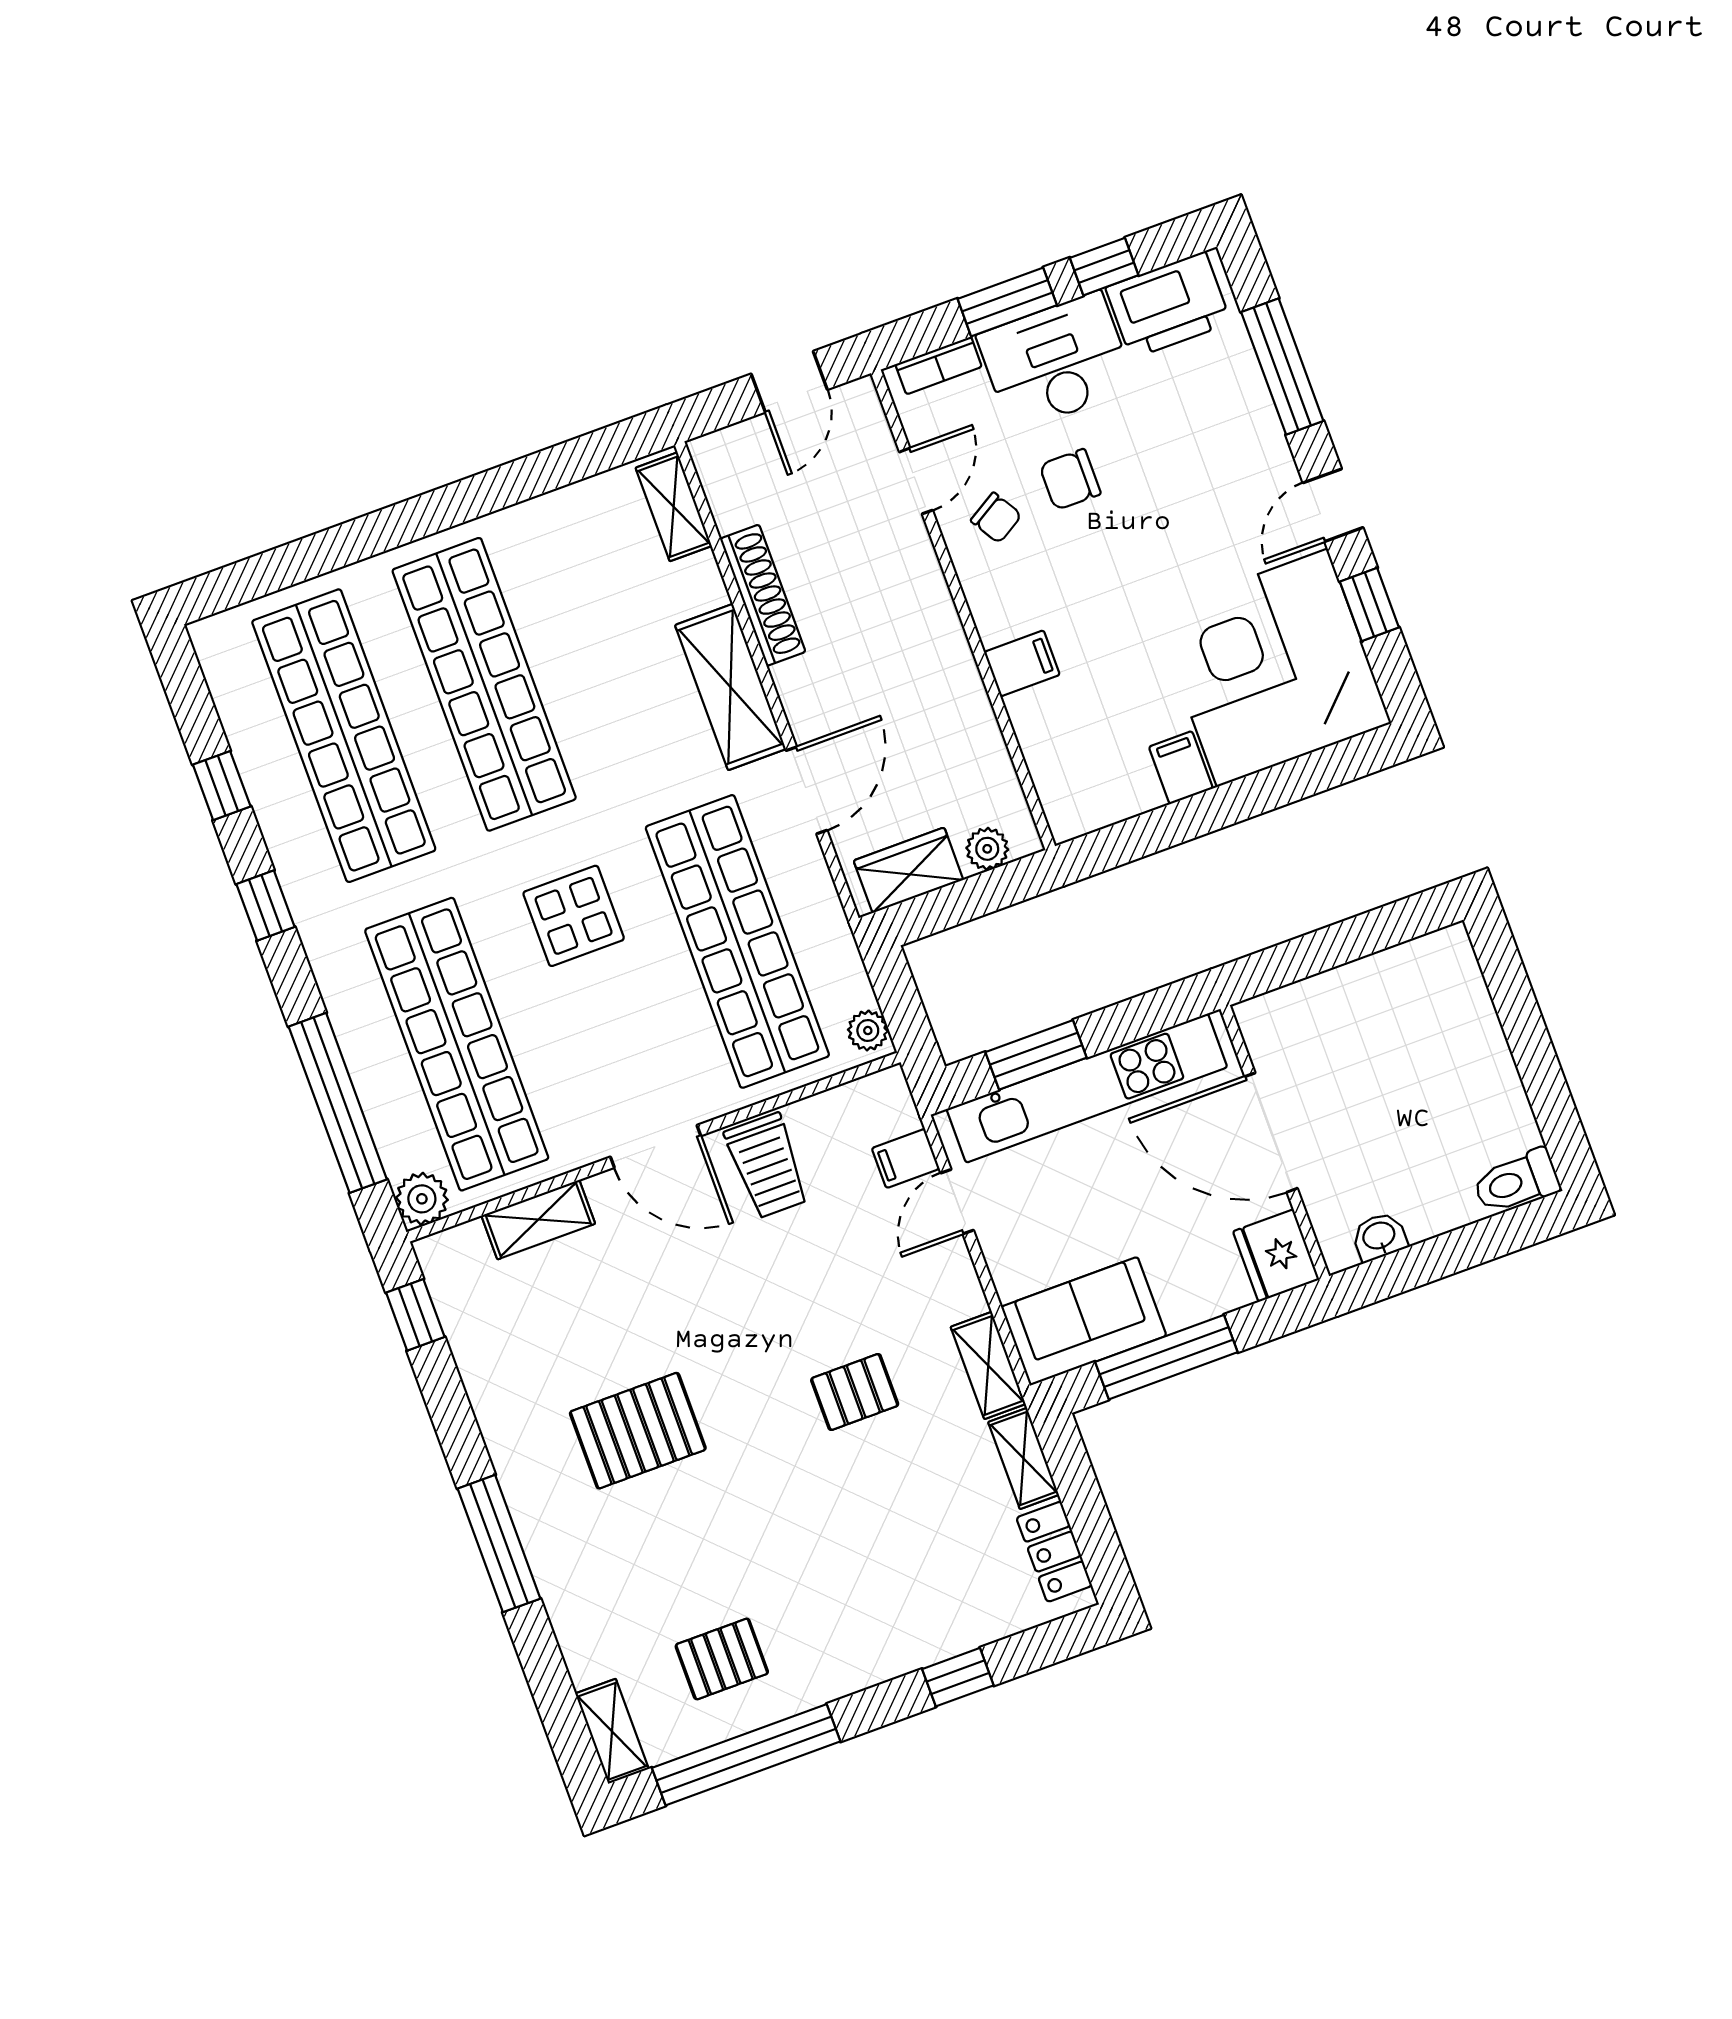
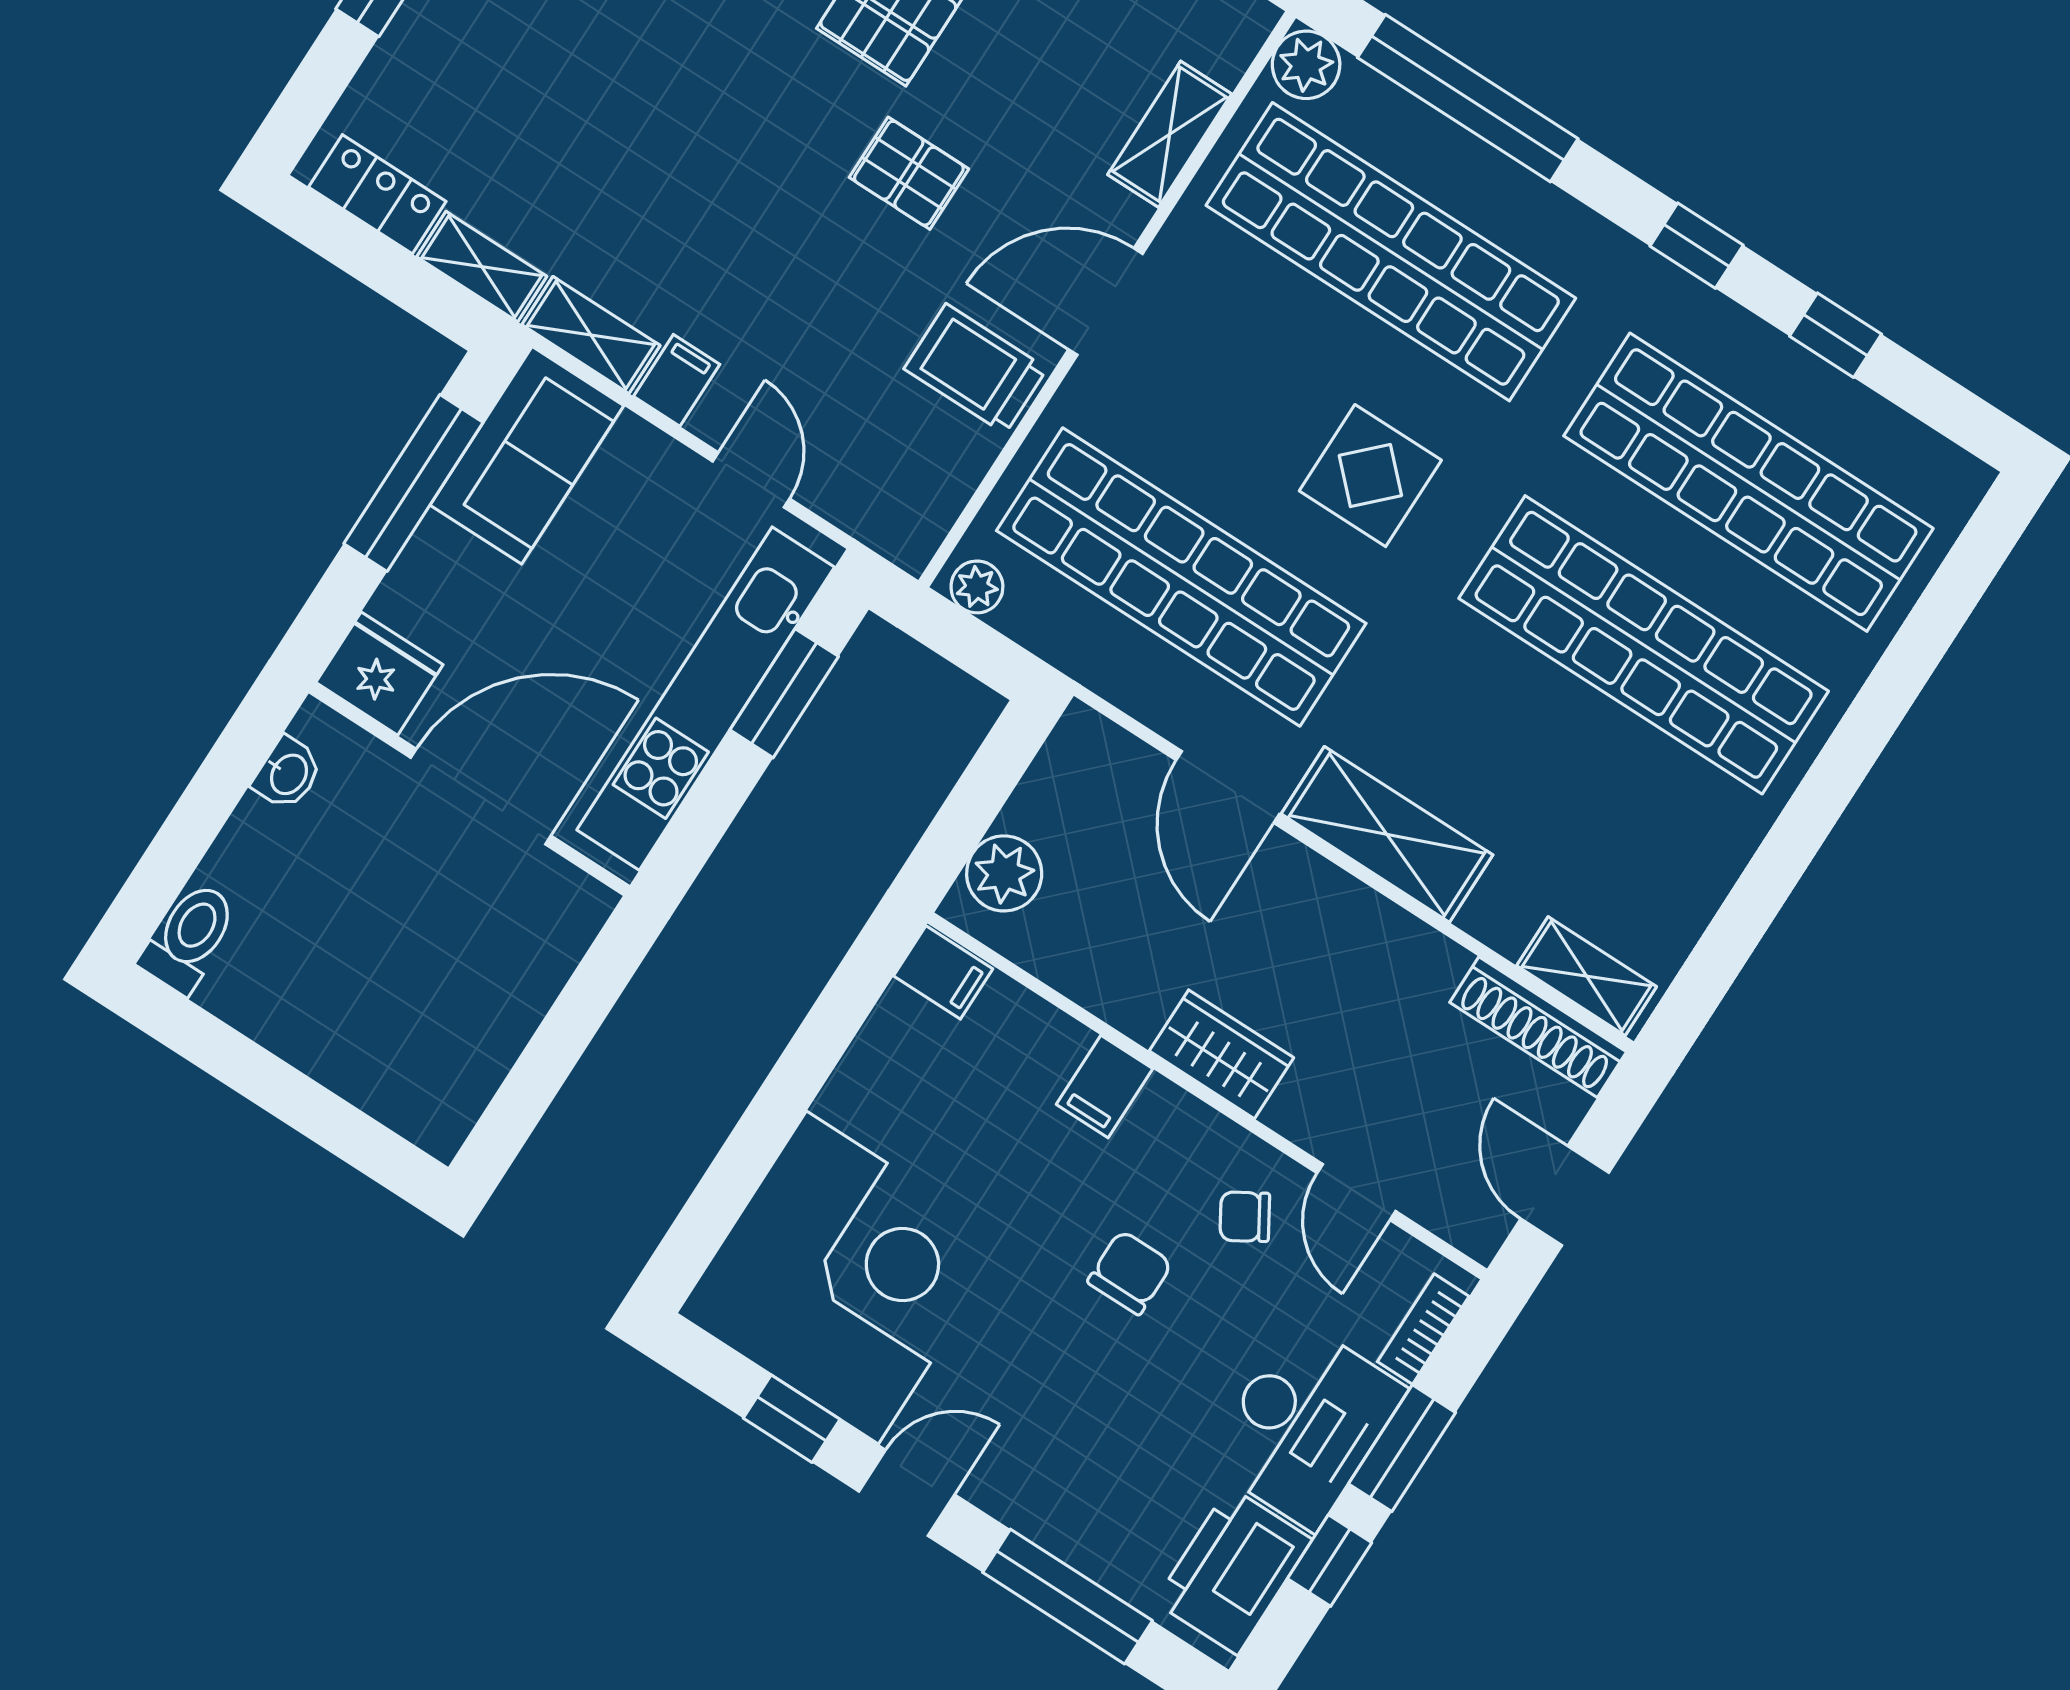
chair: (1070, 479) -> (1130, 1273), moved
door: (1333, 505) -> (907, 1493), hinge flipped
shoe rack: (763, 595) -> (1538, 1027), moved
filing cabinet: (1181, 768) -> (943, 972), moved
plant: (987, 849) -> (1004, 873), width x1.38, depth x1.38
wardrobe: (908, 870) -> (1222, 1054), moved, turned -90
filing cabinet: (906, 1158) -> (677, 380), moved
pallet: (855, 1392) -> (909, 173), moved, turned 90

